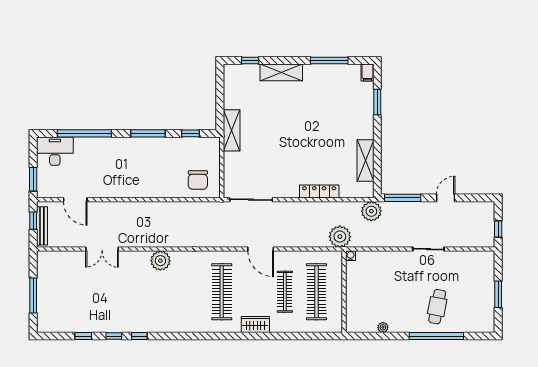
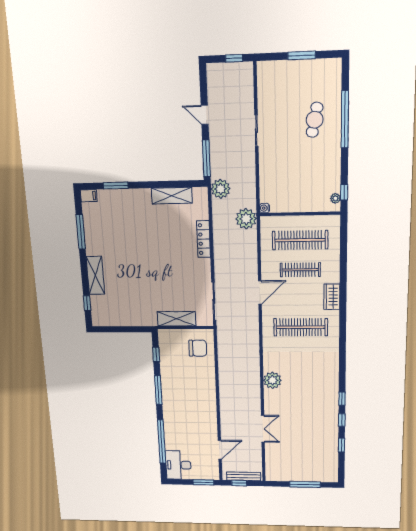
shelving: (232, 130) -> (177, 319), moved
cafe table: (437, 307) -> (315, 120), turned 90
plant: (383, 327) -> (335, 198), moved
window: (365, 336) -> (344, 192), added

